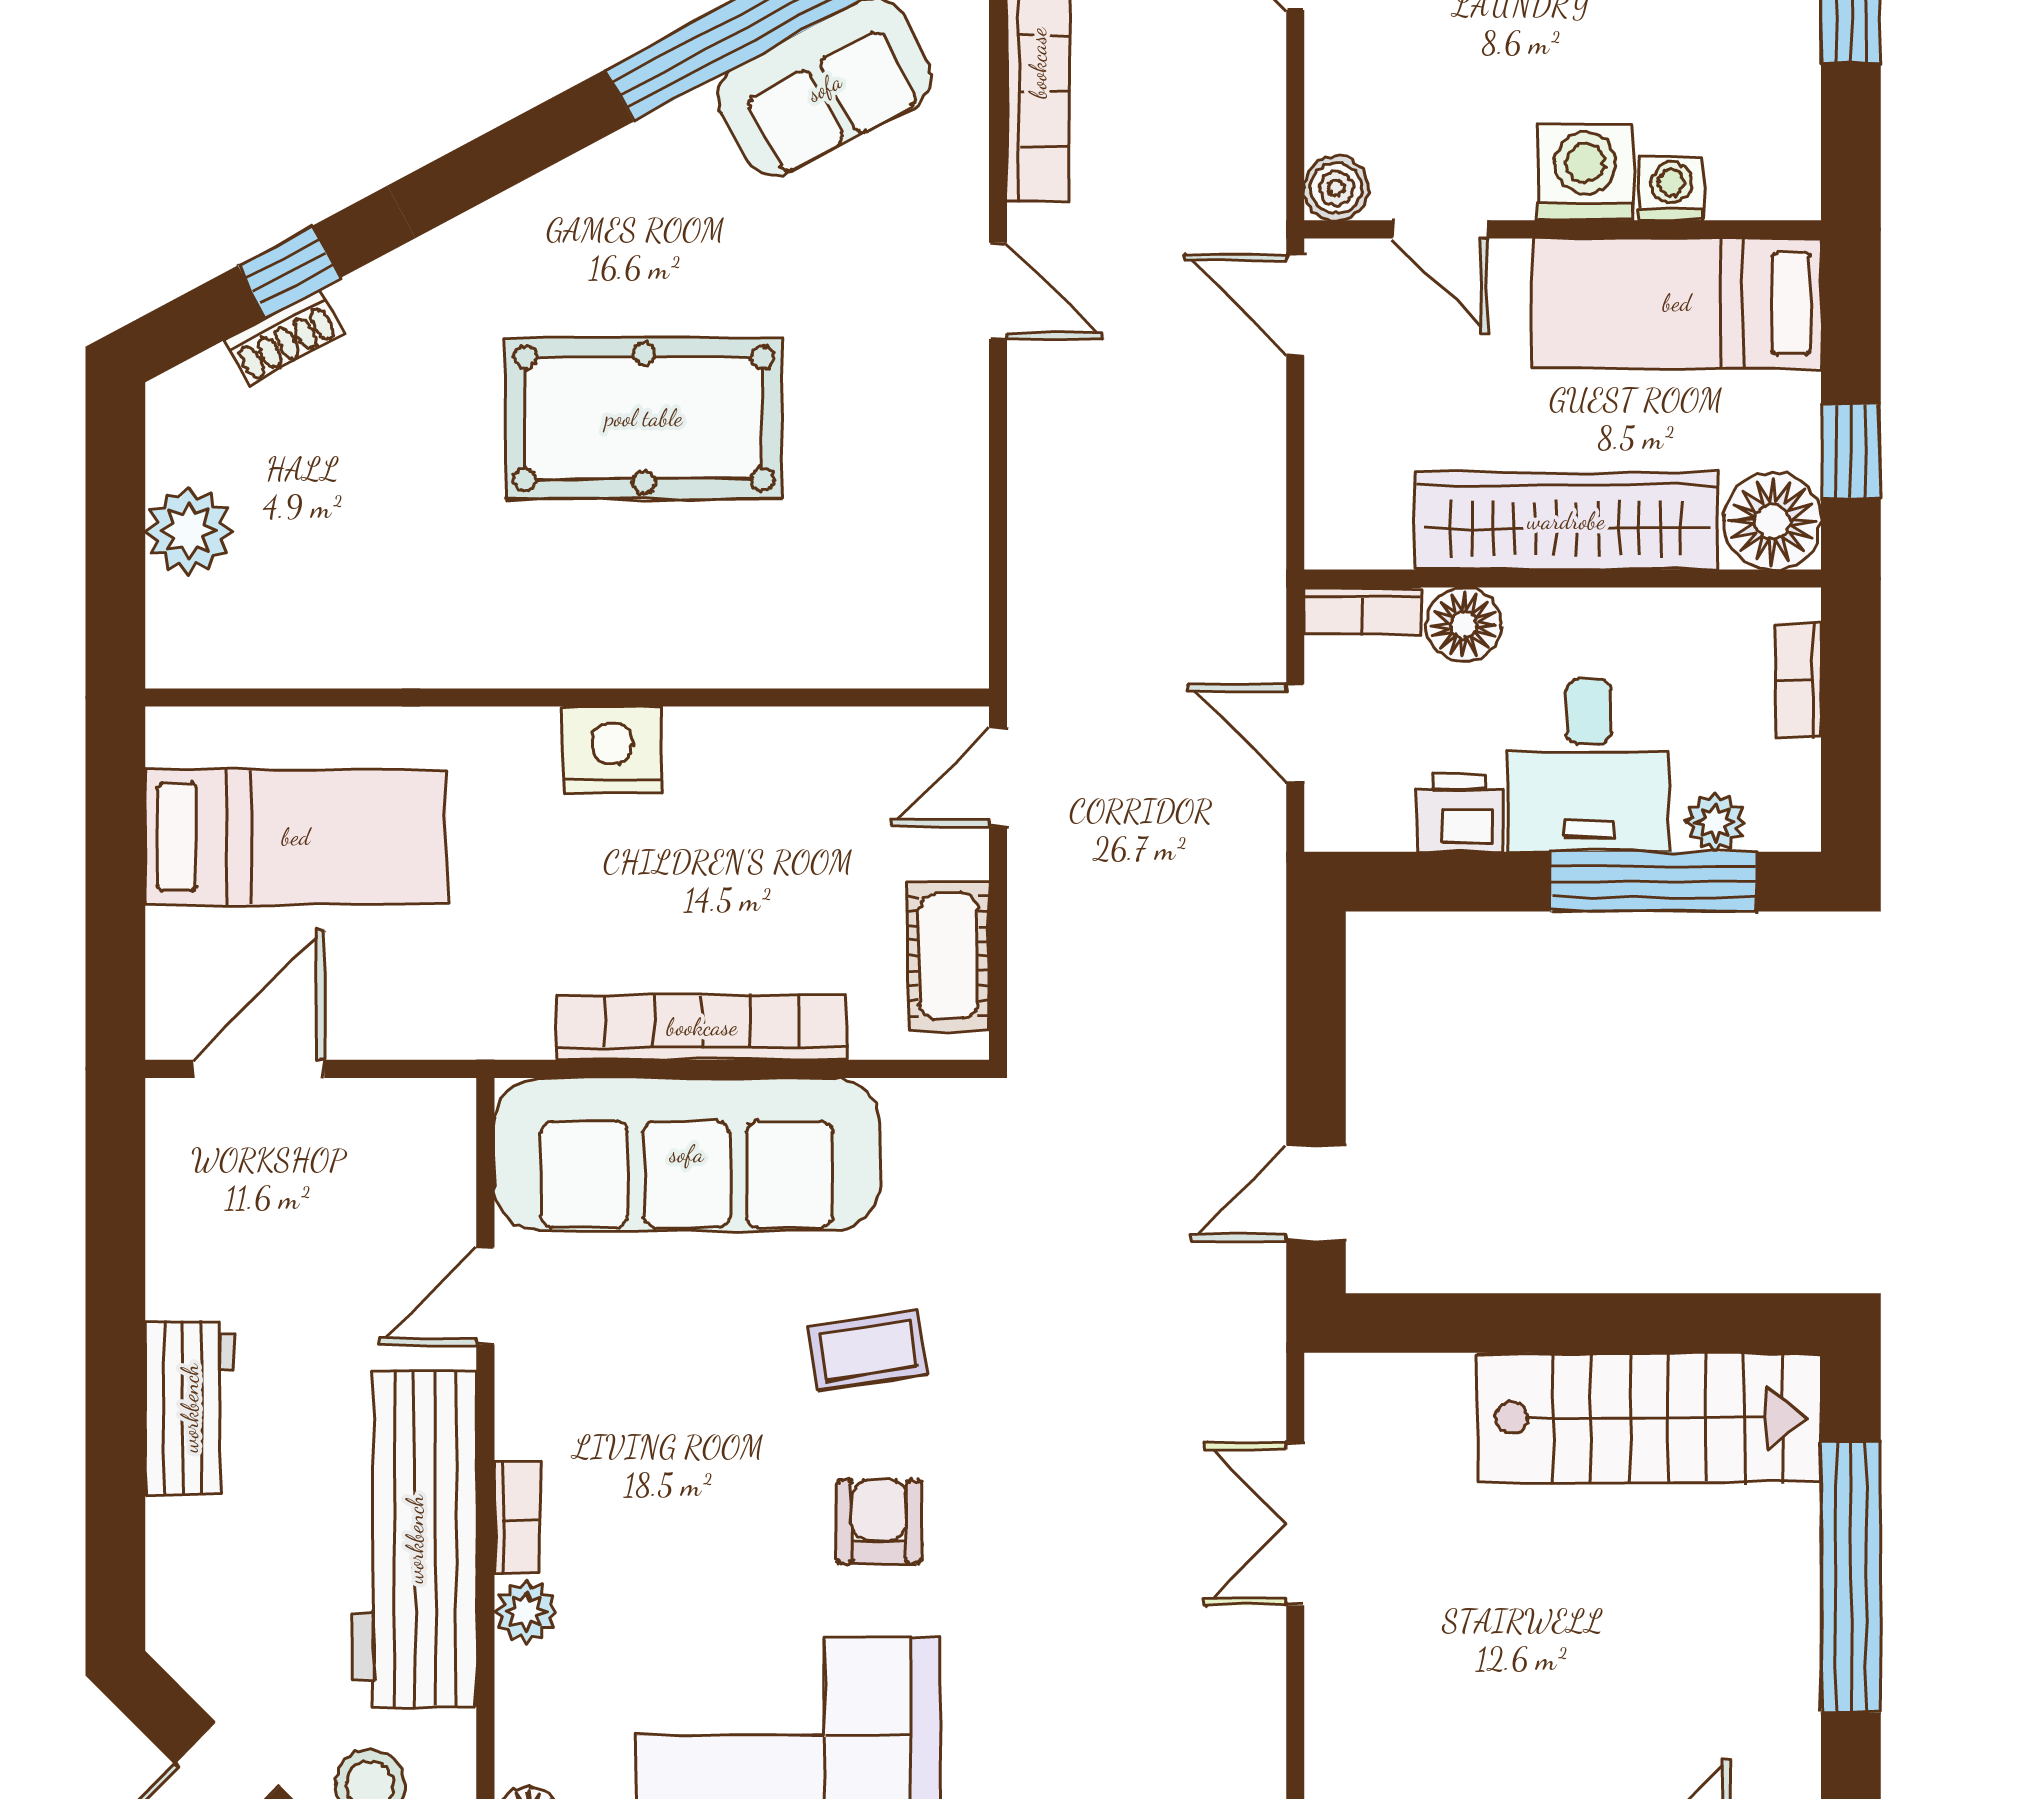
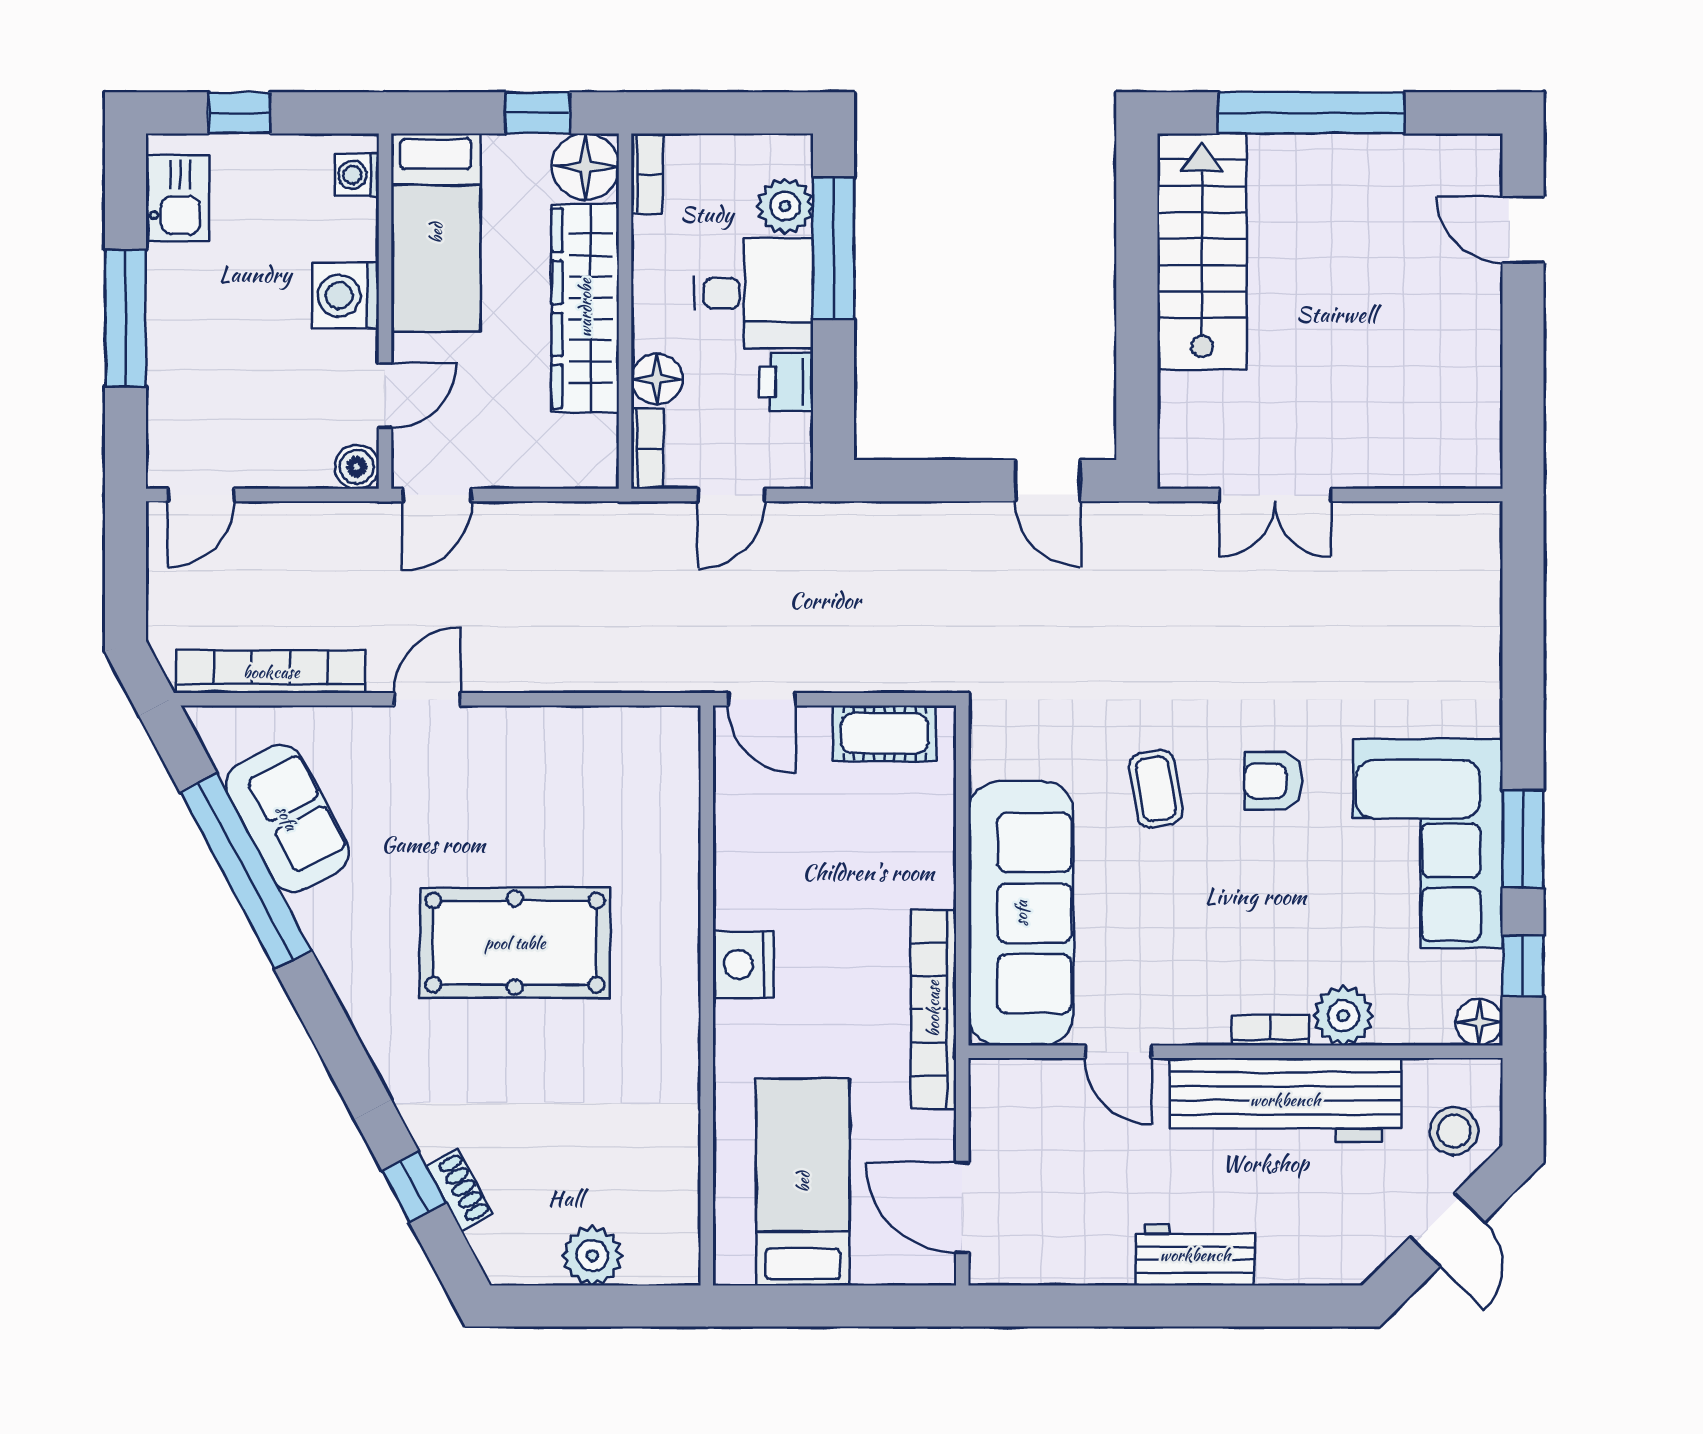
washing machine: (1671, 189) -> (357, 175), moved
pool table: (644, 418) -> (515, 943), turned 90
bookcase: (1798, 680) -> (647, 174), moved, turned -90
plant: (1715, 822) -> (785, 206), width x1.38, depth x1.38
bookcase: (702, 1027) -> (933, 1009), moved
plant: (526, 1611) -> (1343, 1016), width x1.38, depth x1.38

